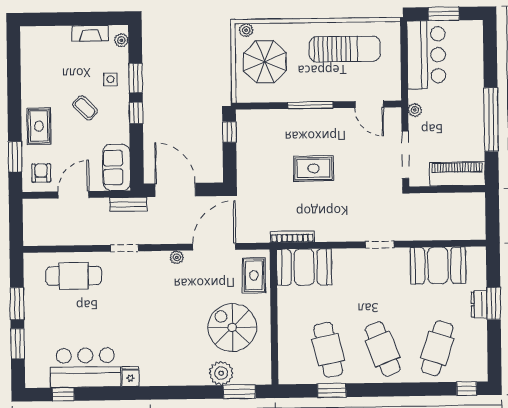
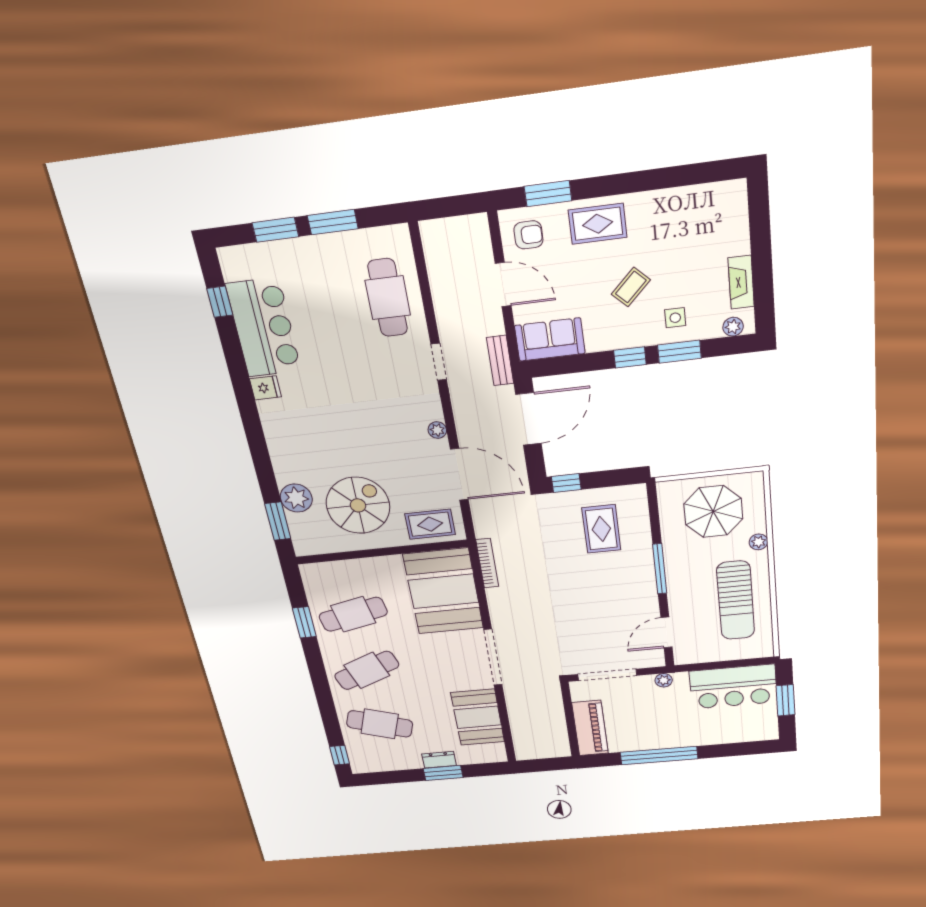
plant: (246, 30) -> (759, 542), moved
window: (229, 132) -> (566, 483), moved
rug: (314, 168) -> (601, 529), moved
doorway: (380, 244) -> (493, 657), width x1.87
booth: (304, 267) -> (443, 591), width x1.36, depth x1.42

